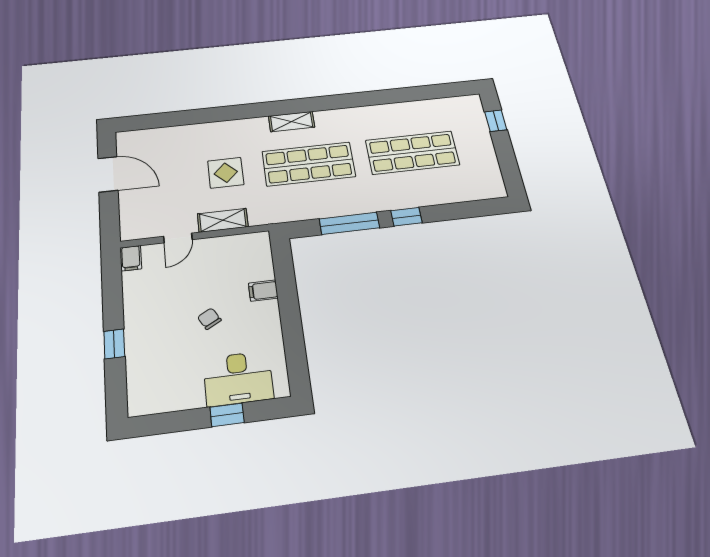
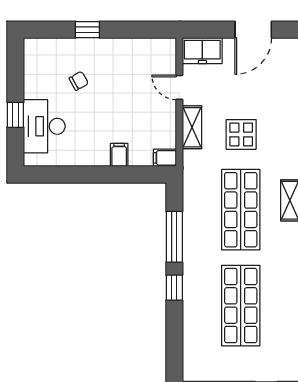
freezer: (134, 220) -> (202, 51), added
filing cabinet: (131, 258) -> (165, 158), moved
chair: (209, 319) -> (79, 81), moved

